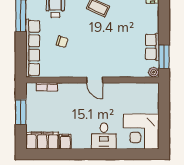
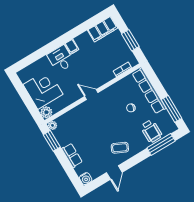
row of seats: (152, 47) -> (72, 155), moved
plant: (152, 90) -> (46, 112), added
corner desk: (141, 131) -> (43, 89), moved
filing cabinet: (65, 142) -> (72, 47), moved

